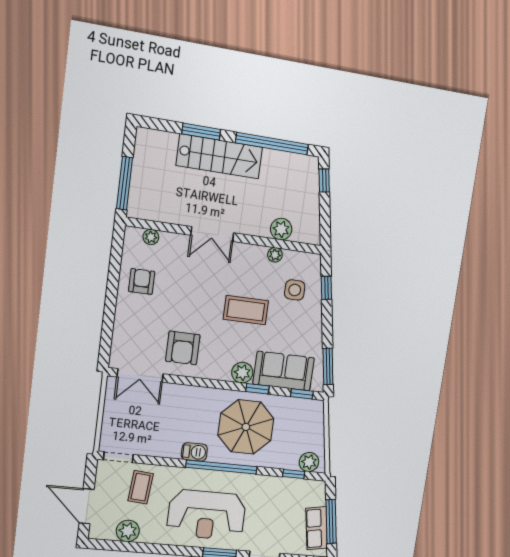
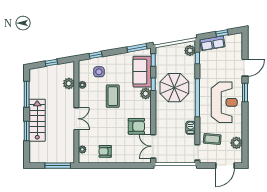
window: (272, 144) -> (27, 94), width x0.68
window: (324, 180) -> (51, 63), moved
double door: (140, 375) -> (153, 146), swing flipped
barbecue: (194, 452) -> (191, 128), moved
window: (331, 522) -> (222, 33), width x0.46
row of seats: (317, 528) -> (212, 43), moved

